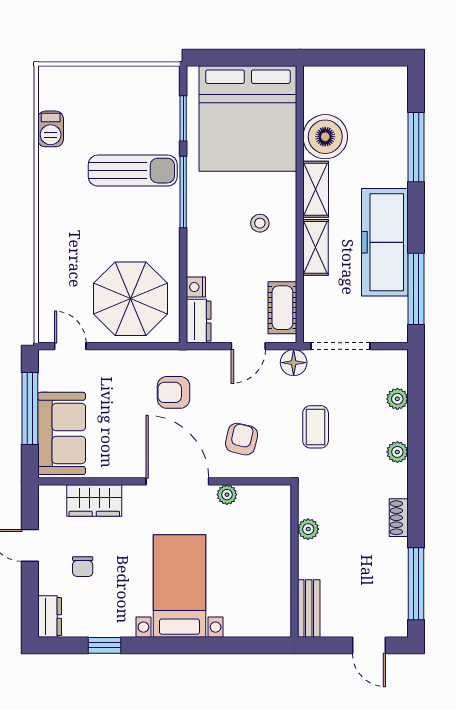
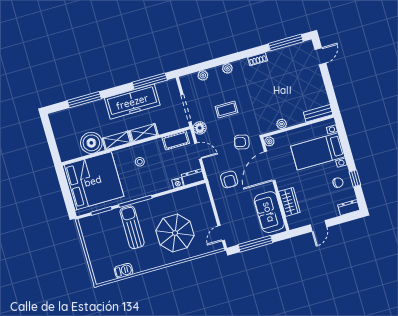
parasol: (131, 299) -> (175, 233), moved
sofa: (62, 433) -> (269, 212), moved, turned -90
plant: (308, 529) -> (282, 124), moved
wall: (294, 561) -> (298, 126), moved
chair: (83, 567) -> (338, 183), moved
bench: (309, 608) -> (318, 113), moved

